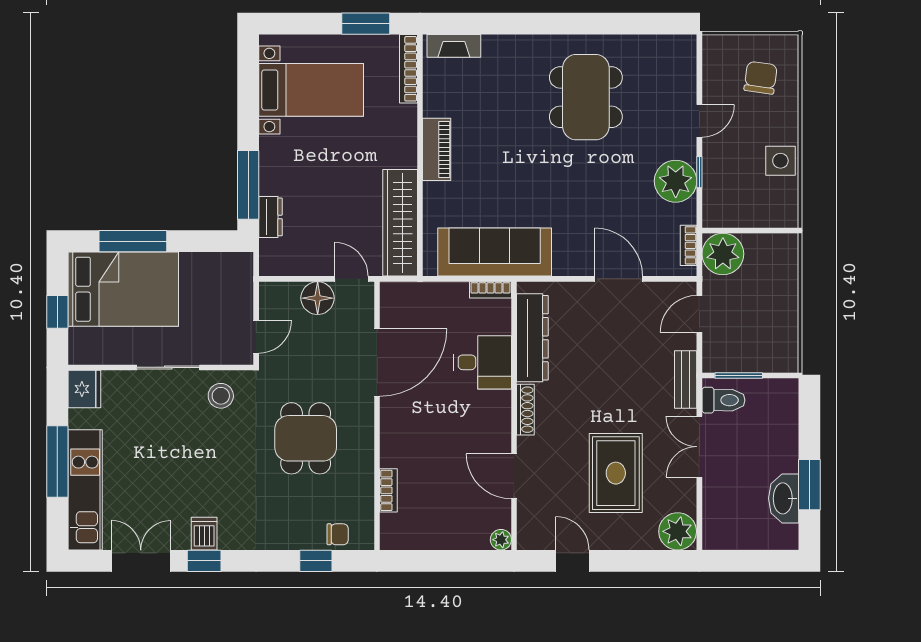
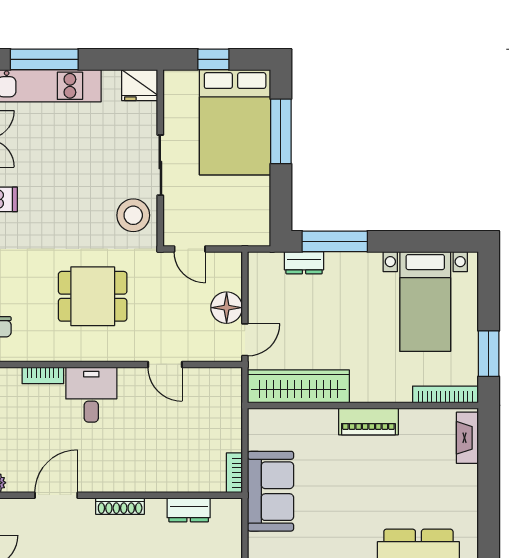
sofa: (495, 252) -> (271, 491), width x0.73
dresser: (532, 338) -> (189, 510), width x0.51, depth x0.80
desk: (482, 362) -> (91, 395), moved, turned 180
door: (377, 363) -> (165, 364), width x0.53
stool: (221, 396) -> (133, 215), width x1.38, depth x1.38
window: (57, 461) -> (44, 59), moved

